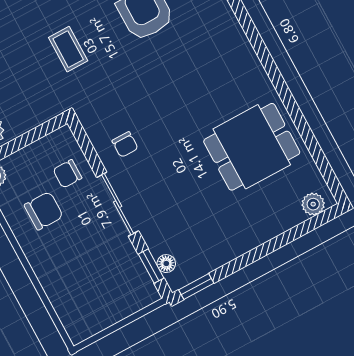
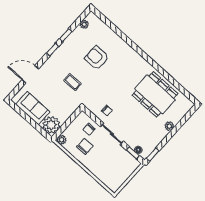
dining table: (252, 147) -> (155, 94), width x1.38
plant: (313, 204) -> (169, 126), moved

